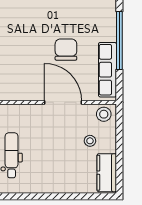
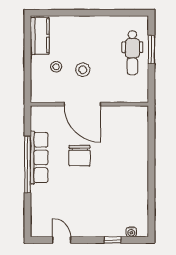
row of seats: (107, 70) -> (39, 158), moved
stool: (104, 114) -> (83, 70), moved

